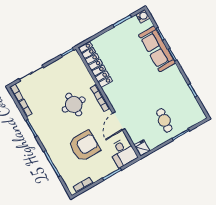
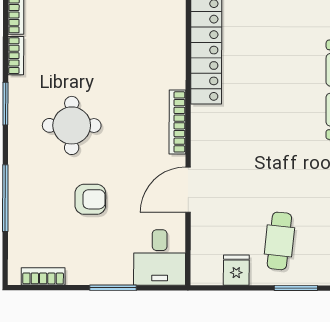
round table: (74, 105) -> (72, 125), moved
armchair: (84, 146) -> (90, 199), width x0.53, depth x0.53
fridge: (142, 148) -> (236, 270), moved

